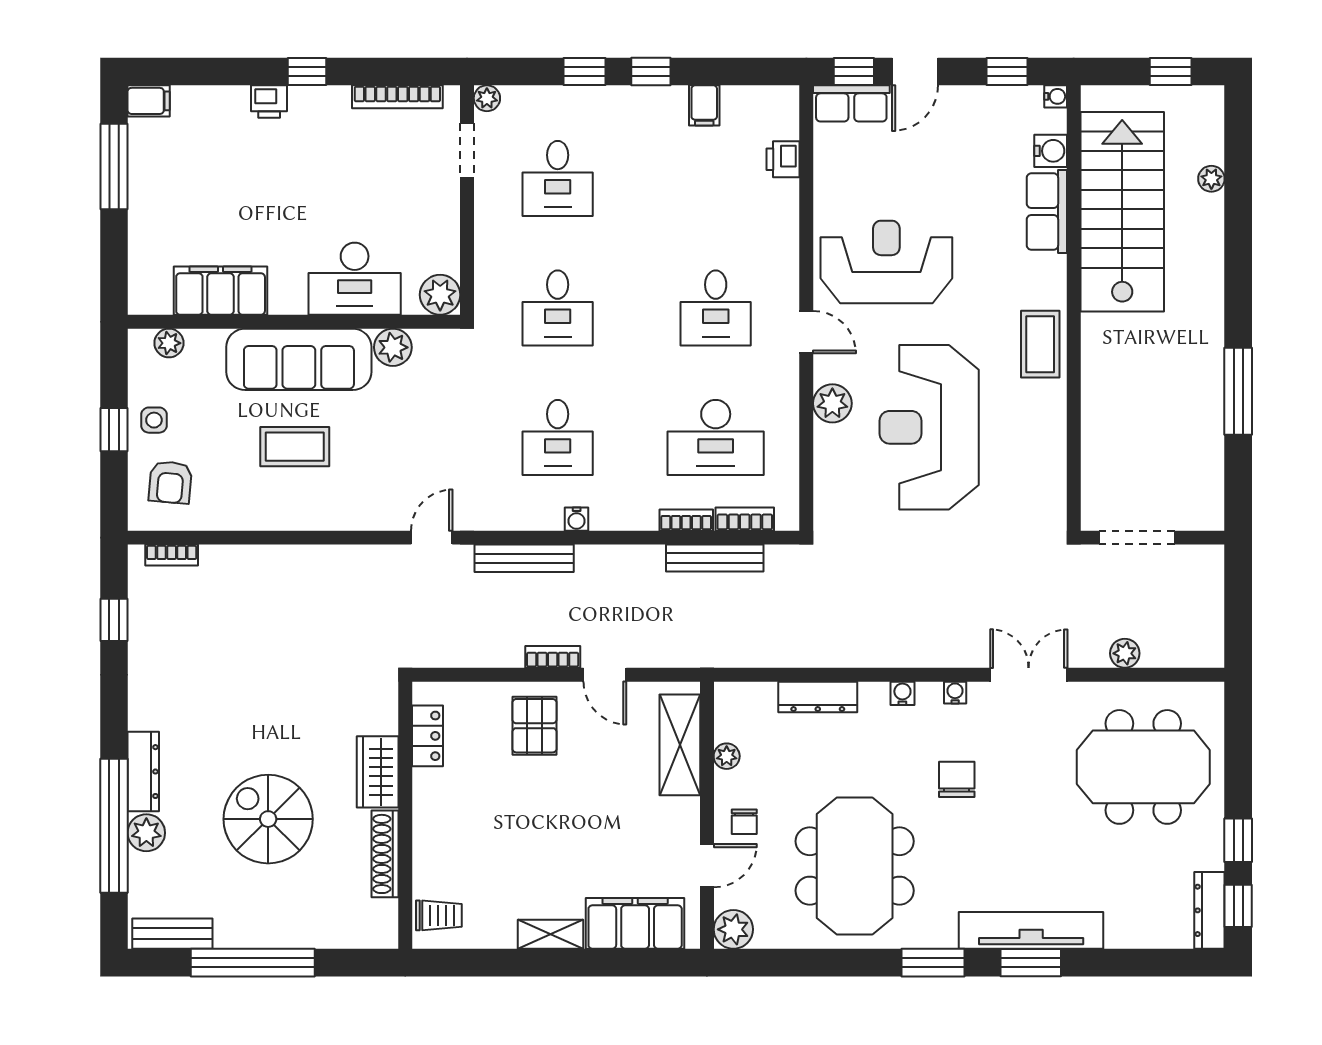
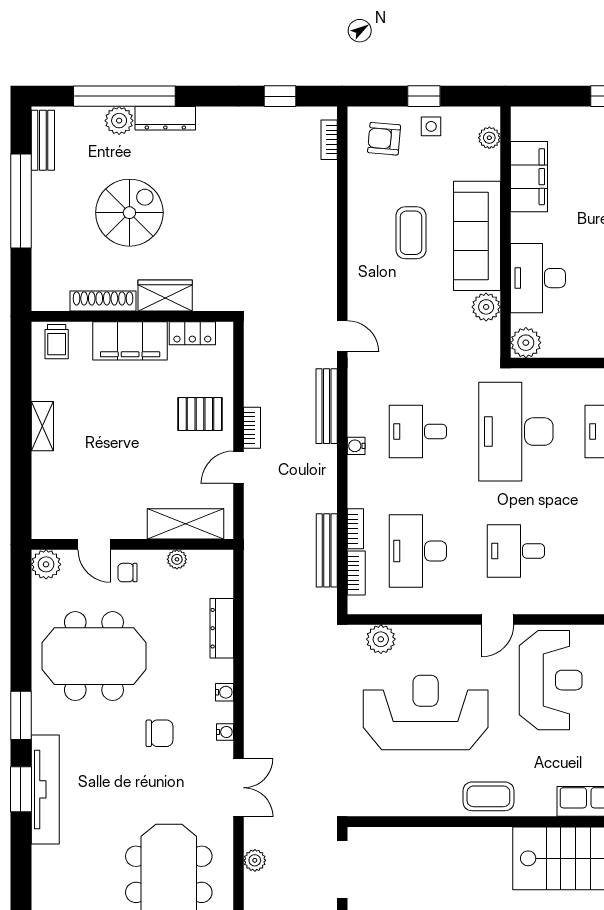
desk: (558, 308) -> (516, 432), width x1.87, depth x1.30
plant: (832, 403) -> (381, 639), moved
filing cabinet: (635, 923) -> (130, 341), moved, turned 90

